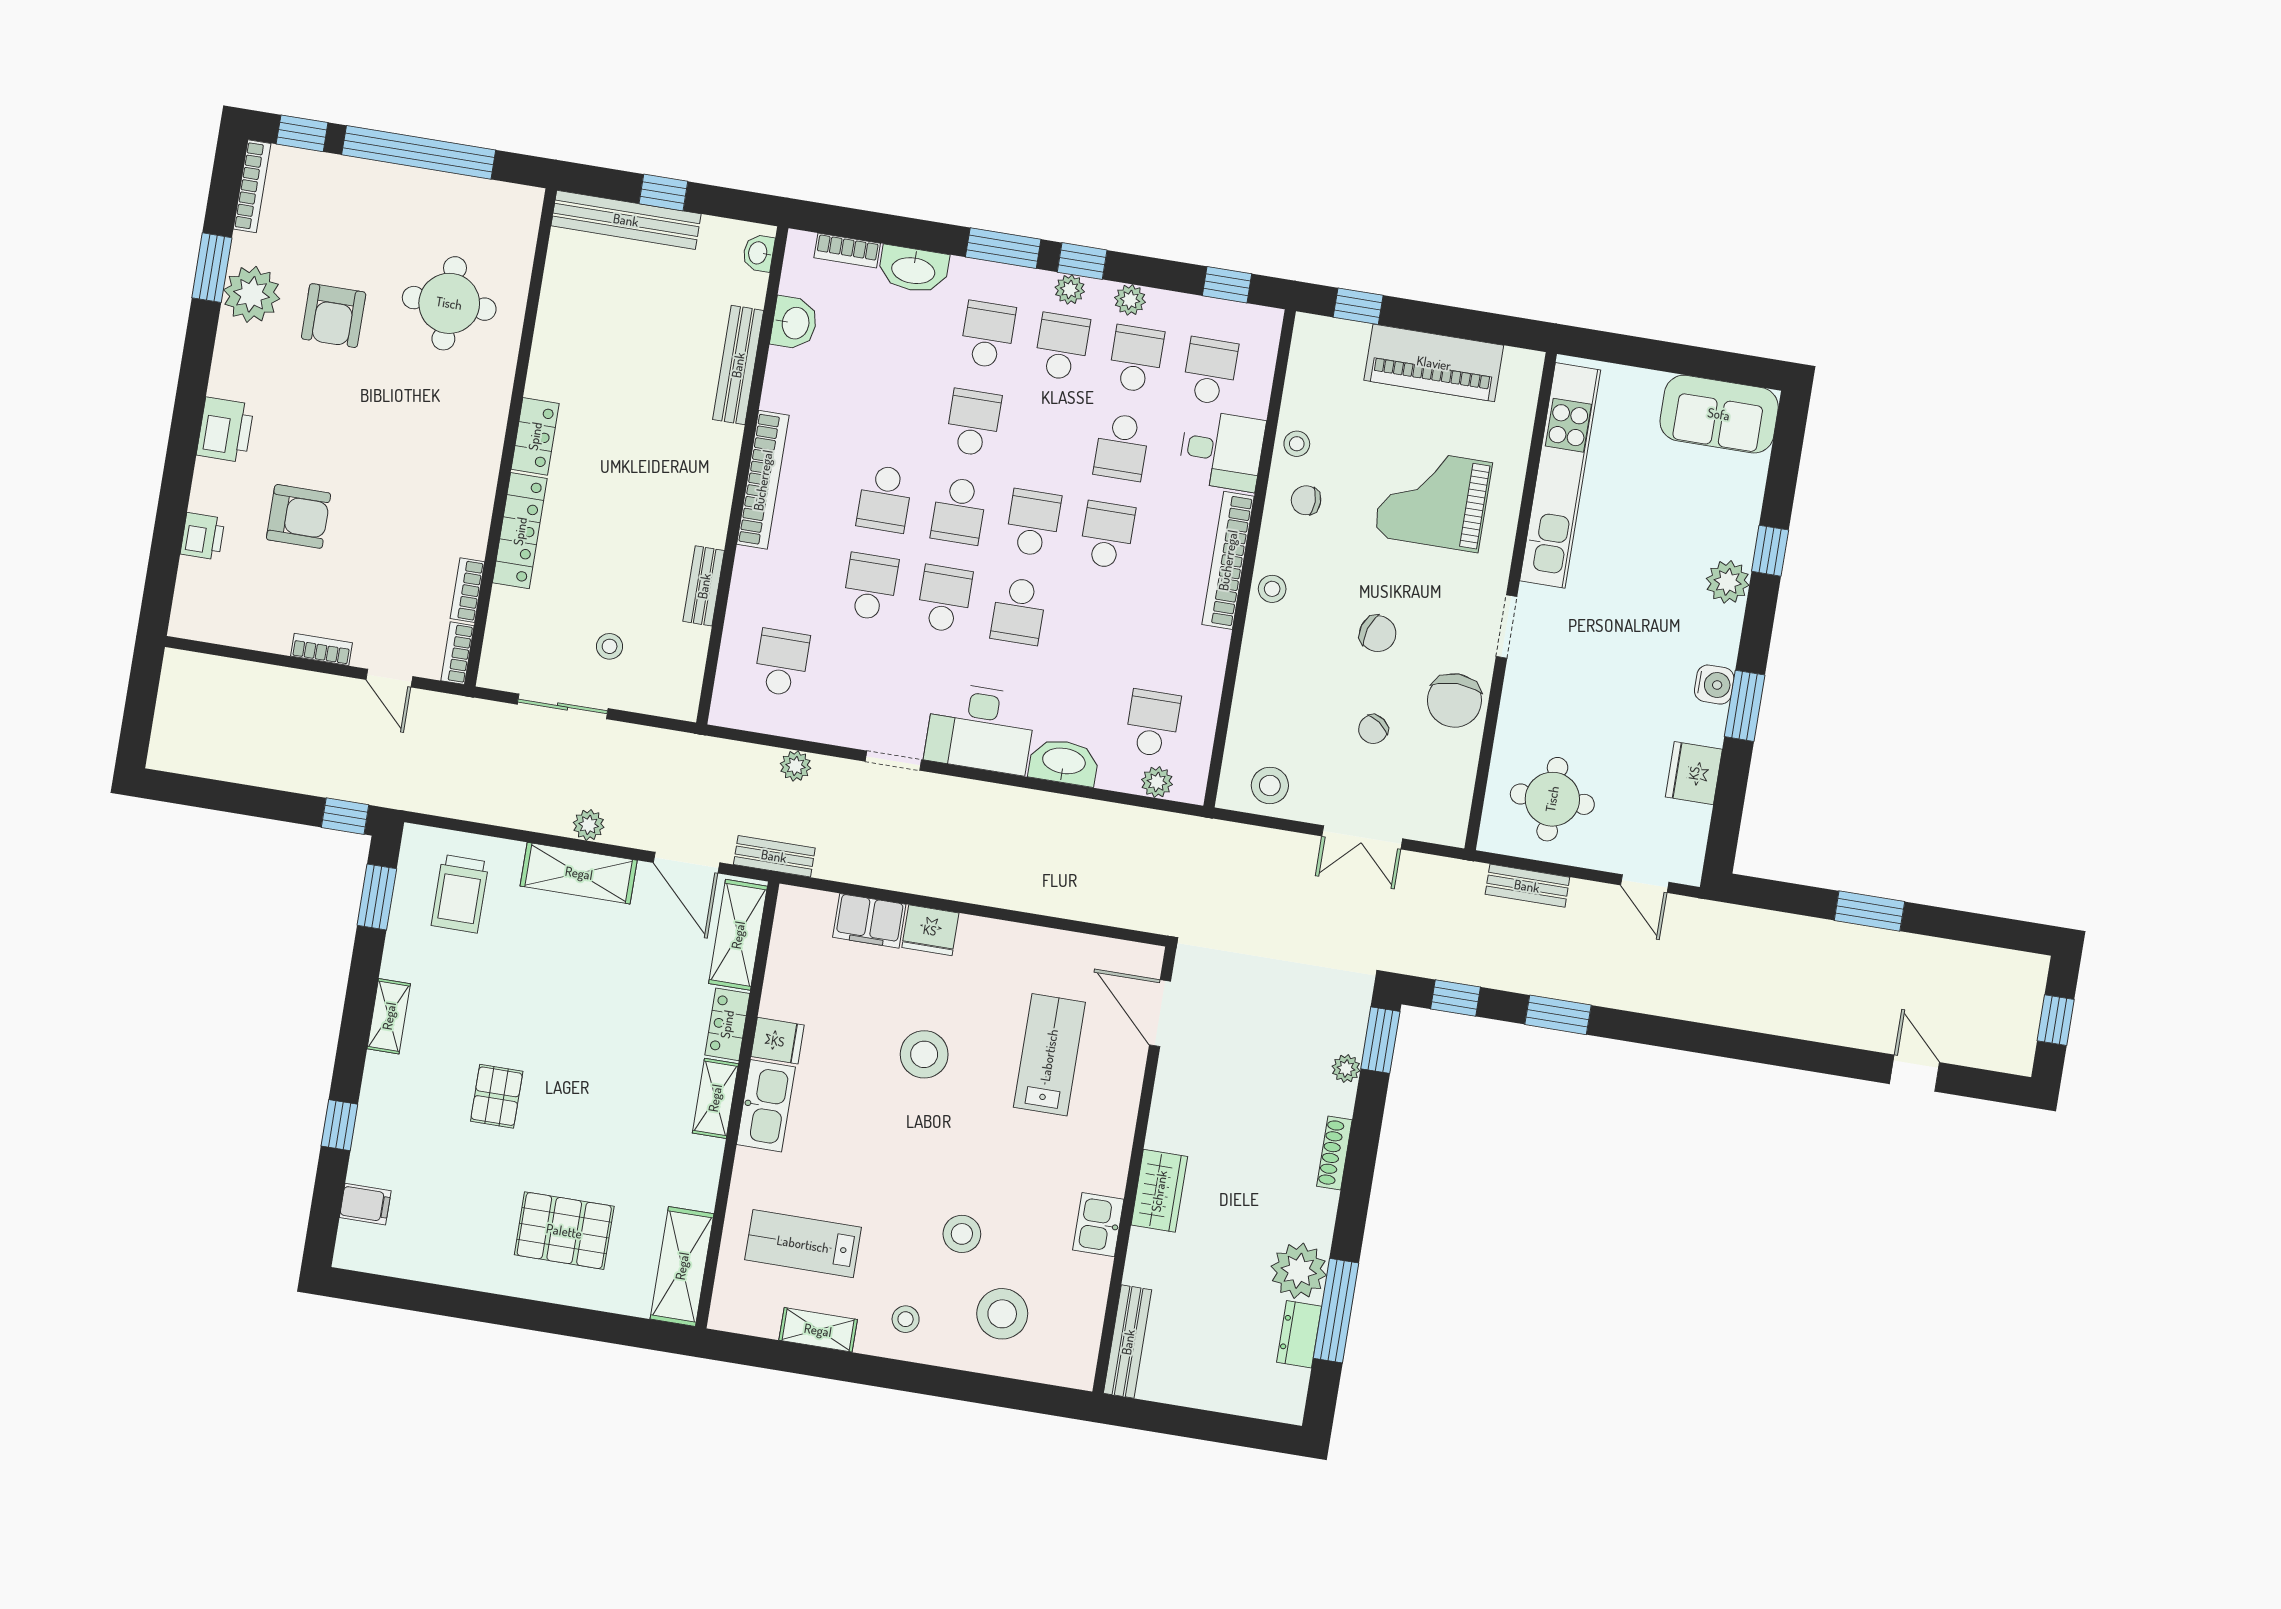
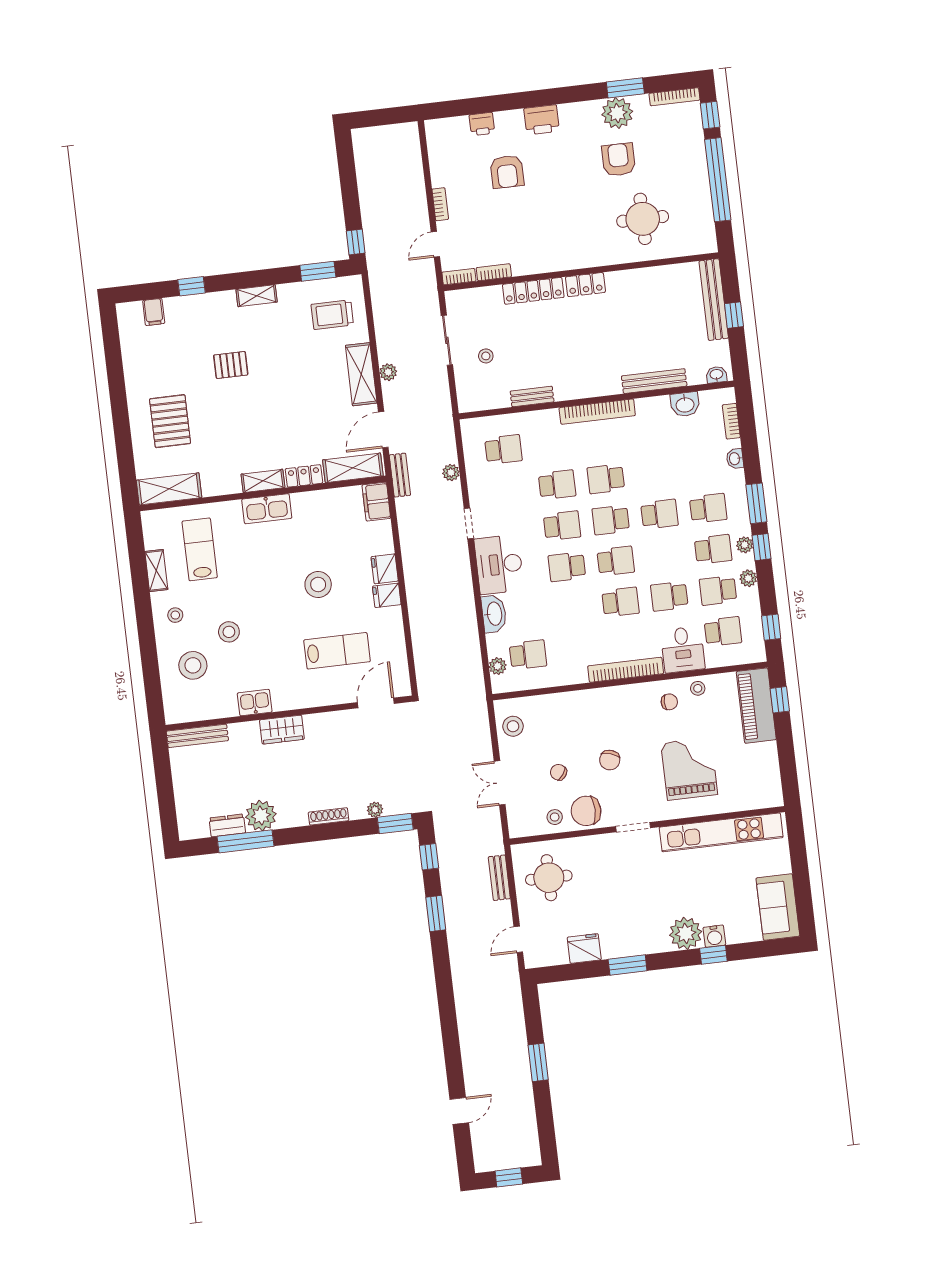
washbasin: (913, 269) -> (735, 459), width x0.52, depth x0.69
armchair: (334, 316) -> (619, 160), turned 90
school desk: (1136, 359) -> (718, 590), turned 180
piano: (1434, 363) -> (756, 706), moved
chair: (1306, 500) -> (669, 702), turned 90
plant: (1728, 582) -> (686, 933), width x1.36, depth x1.36
stool: (1272, 589) -> (555, 817), moved
water cooler: (1714, 685) -> (714, 936), moved
filing cabinet: (869, 921) -> (376, 502), moved
fridge: (778, 1041) -> (387, 595), moved, turned 90

